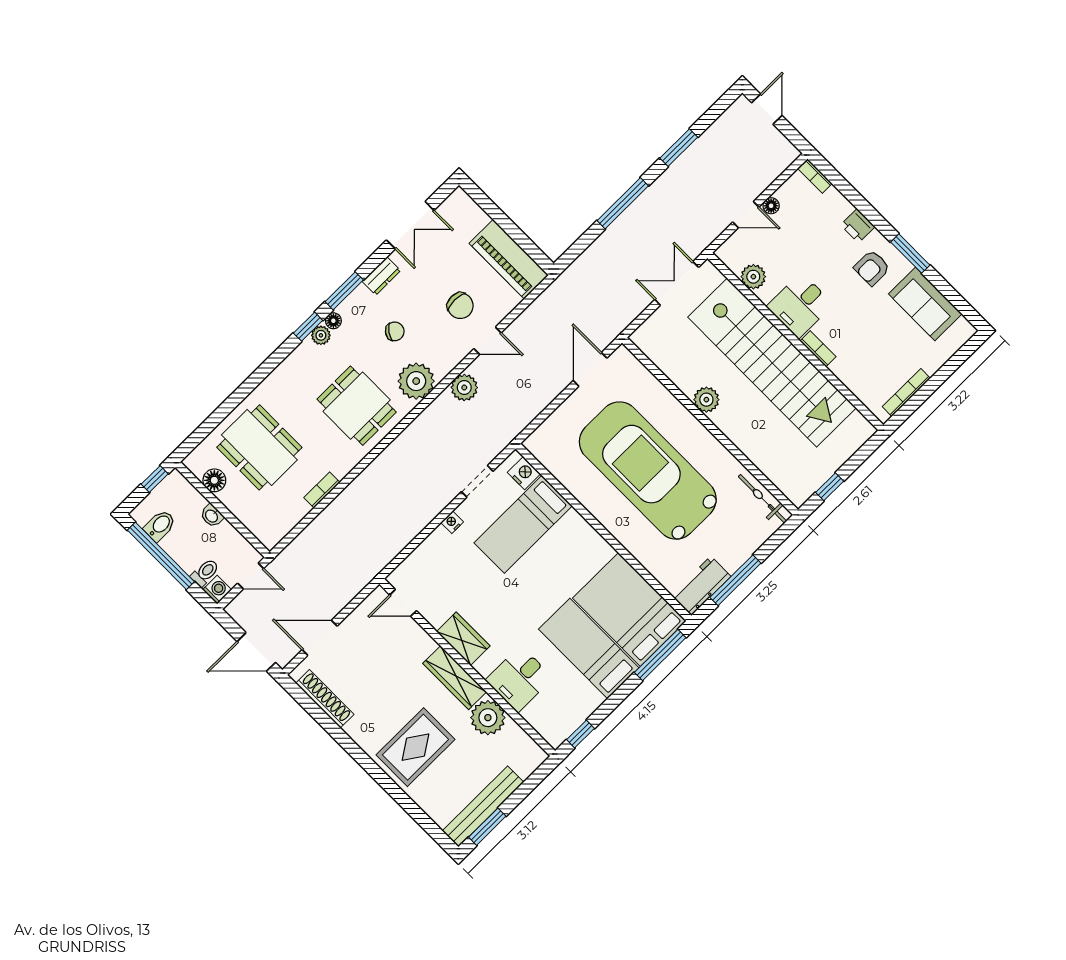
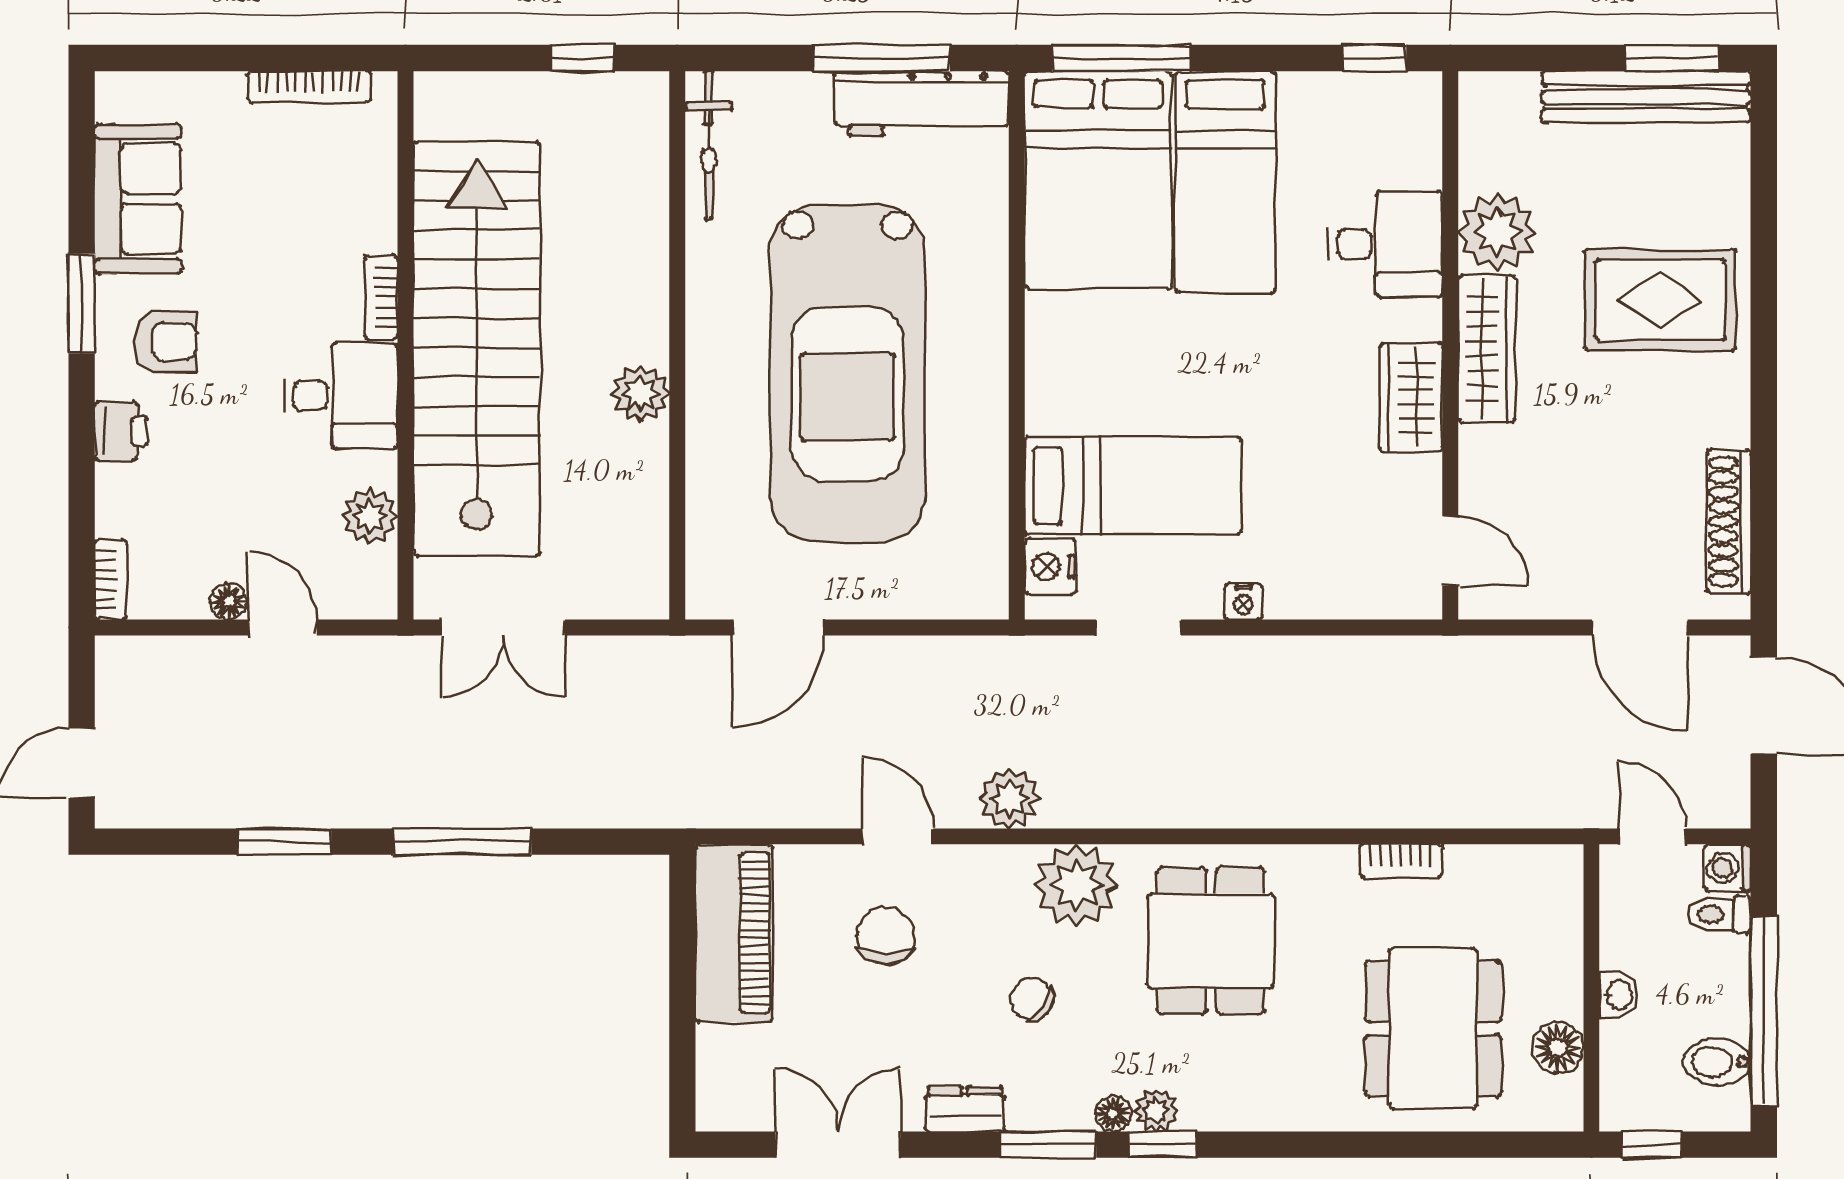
workbench: (701, 586) -> (922, 104), width x1.38

